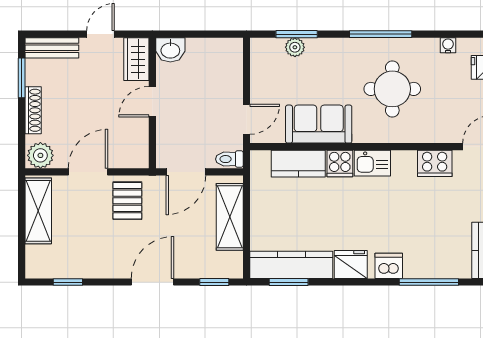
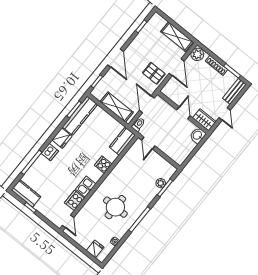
sofa: (319, 124) -> (124, 169), removed
kitchen sink: (372, 163) -> (86, 187), moved
kitchen counter: (298, 164) -> (122, 141), moved

